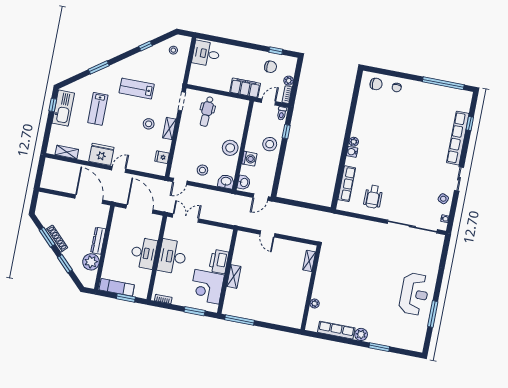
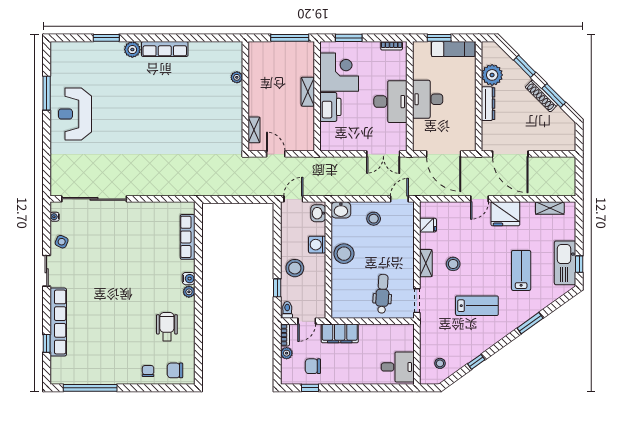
wheelchair: (373, 197) -> (167, 327), moved
shelving: (309, 261) -> (254, 130), moved
wall: (311, 288) -> (245, 96), moved
plant: (315, 303) -> (237, 77), moved

